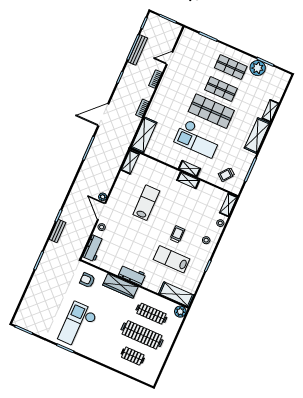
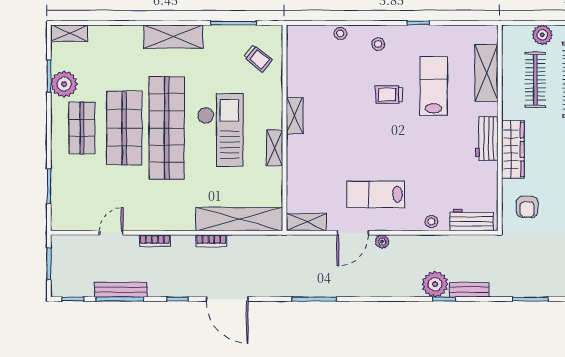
door: (170, 58) -> (111, 233), swing flipped
shop shelf: (221, 89) -> (124, 128), width x1.43, depth x1.36
shop shelf: (211, 111) -> (167, 128), width x1.40
shelving: (270, 111) -> (69, 33), moved
door: (103, 115) -> (227, 299), moved
shelving: (144, 135) -> (239, 219), width x1.47
shelving: (189, 168) -> (275, 148), moved
lab bench: (146, 203) -> (376, 194), moved
shelving: (228, 205) -> (305, 33), removed
door: (102, 211) -> (353, 233), moved
plant: (68, 215) -> (435, 284), added
lab bench: (172, 259) -> (433, 86), turned 180
shelving: (176, 294) -> (486, 73), moved
plant: (180, 312) -> (542, 35), moved

